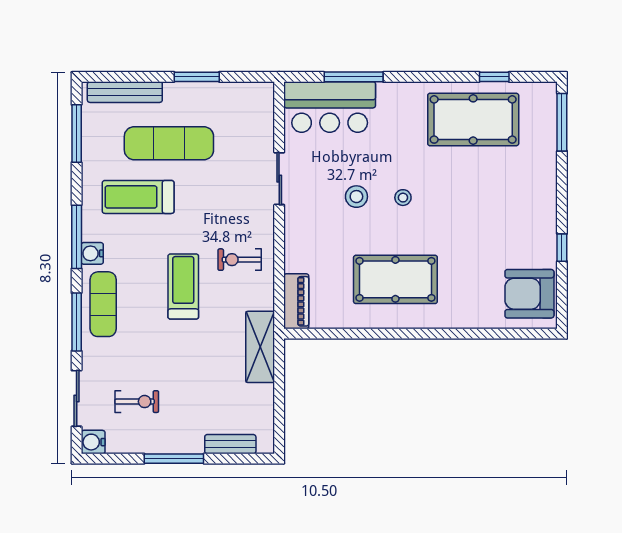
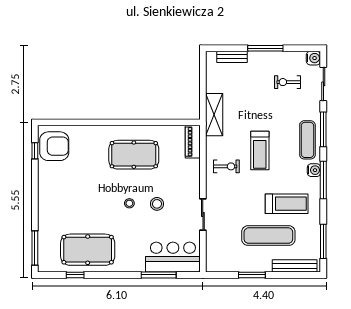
window: (562, 248) -> (35, 151), moved

